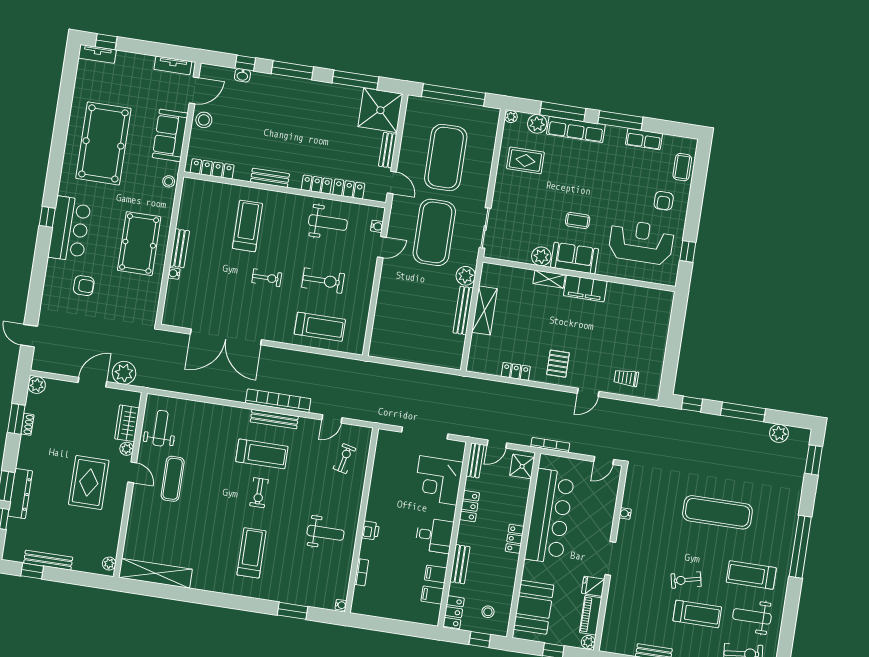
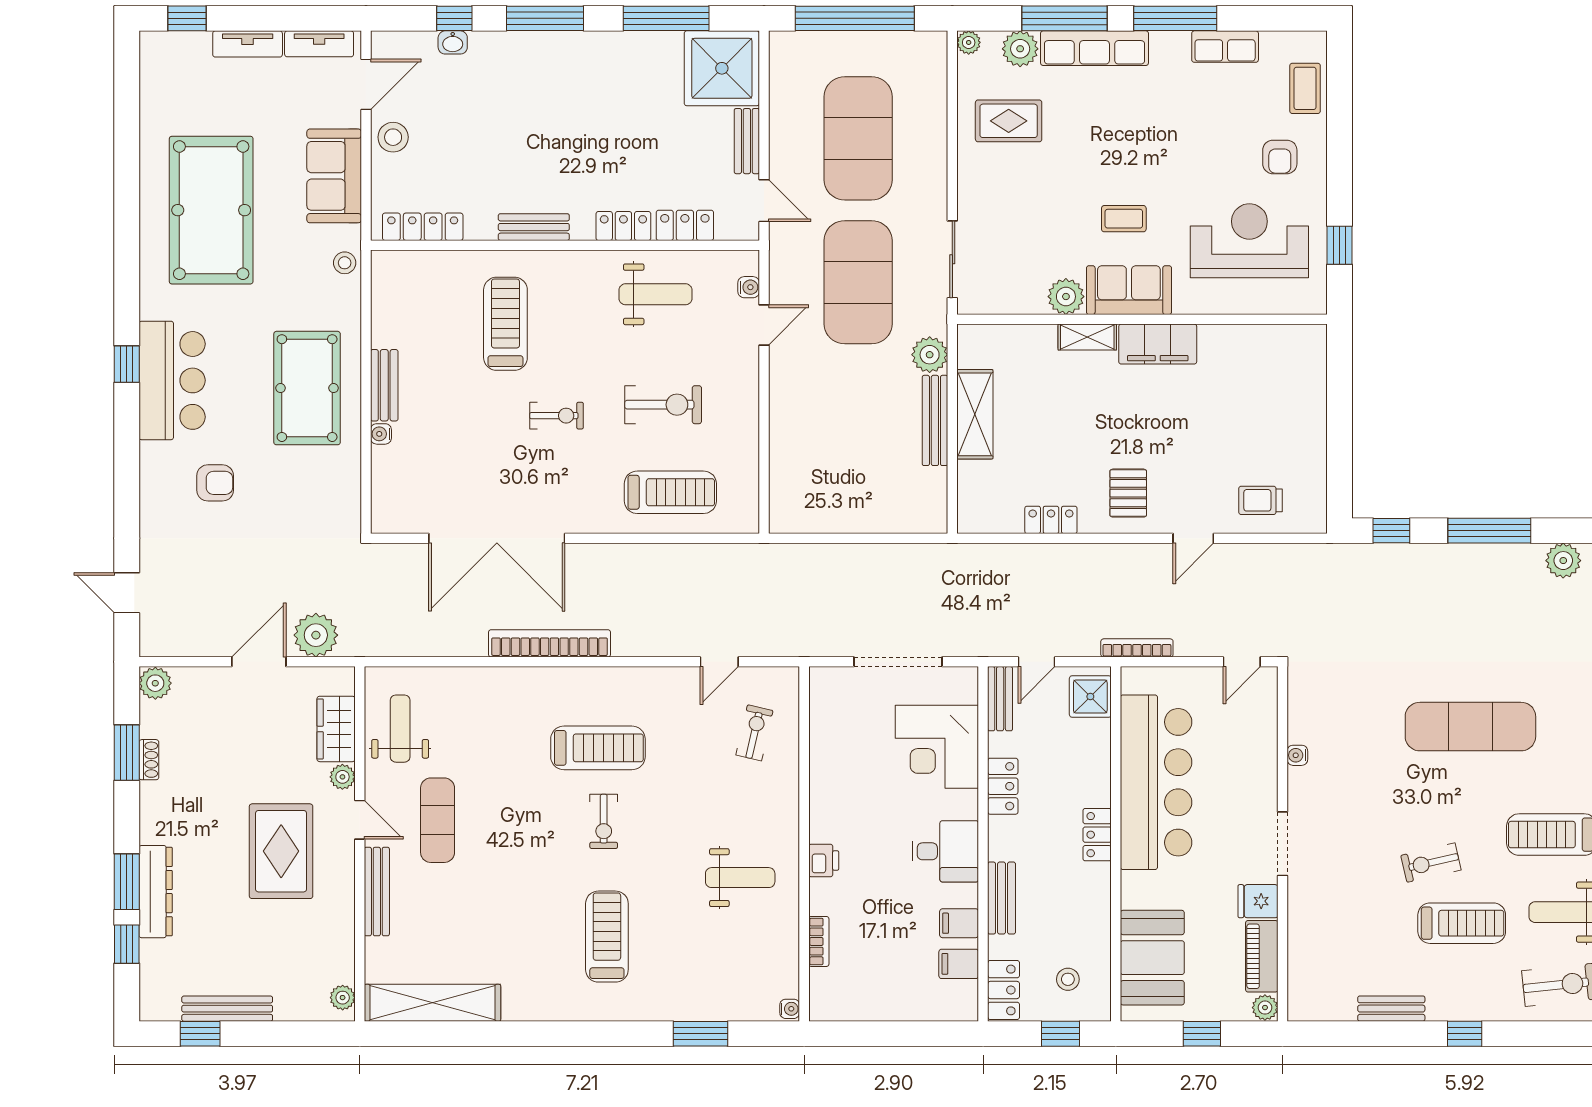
tv unit: (97, 54) -> (248, 44), moved
bookcase: (278, 401) -> (550, 643), moved
bench: (274, 419) -> (377, 892), moved, turned 90

